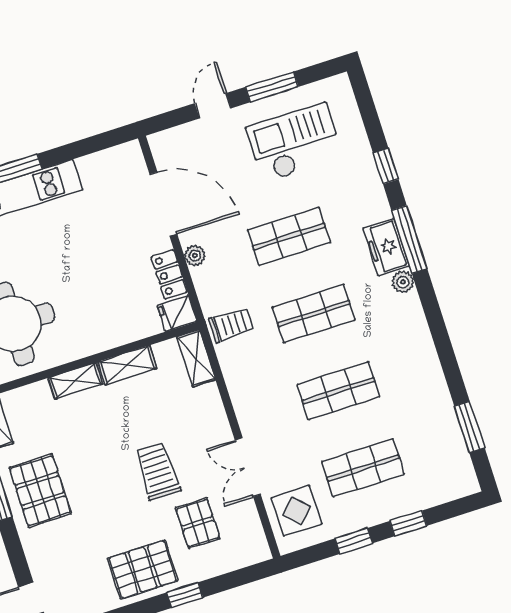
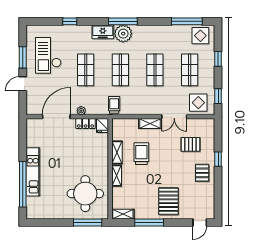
door: (213, 106) -> (23, 84), hinge flipped
window: (409, 240) -> (123, 21), moved
plant: (403, 282) -> (123, 34), width x1.88, depth x1.88
shelving: (196, 358) -> (150, 124), moved
window: (469, 427) -> (187, 21), width x1.44
display table: (447, 467) -> (200, 36), added
trolley: (158, 471) -> (141, 154), moved, turned 90
pallet: (40, 491) -> (169, 201), moved, turned 90
window: (354, 541) -> (218, 96), moved
pallet: (143, 569) -> (202, 173), width x0.67, depth x0.71

